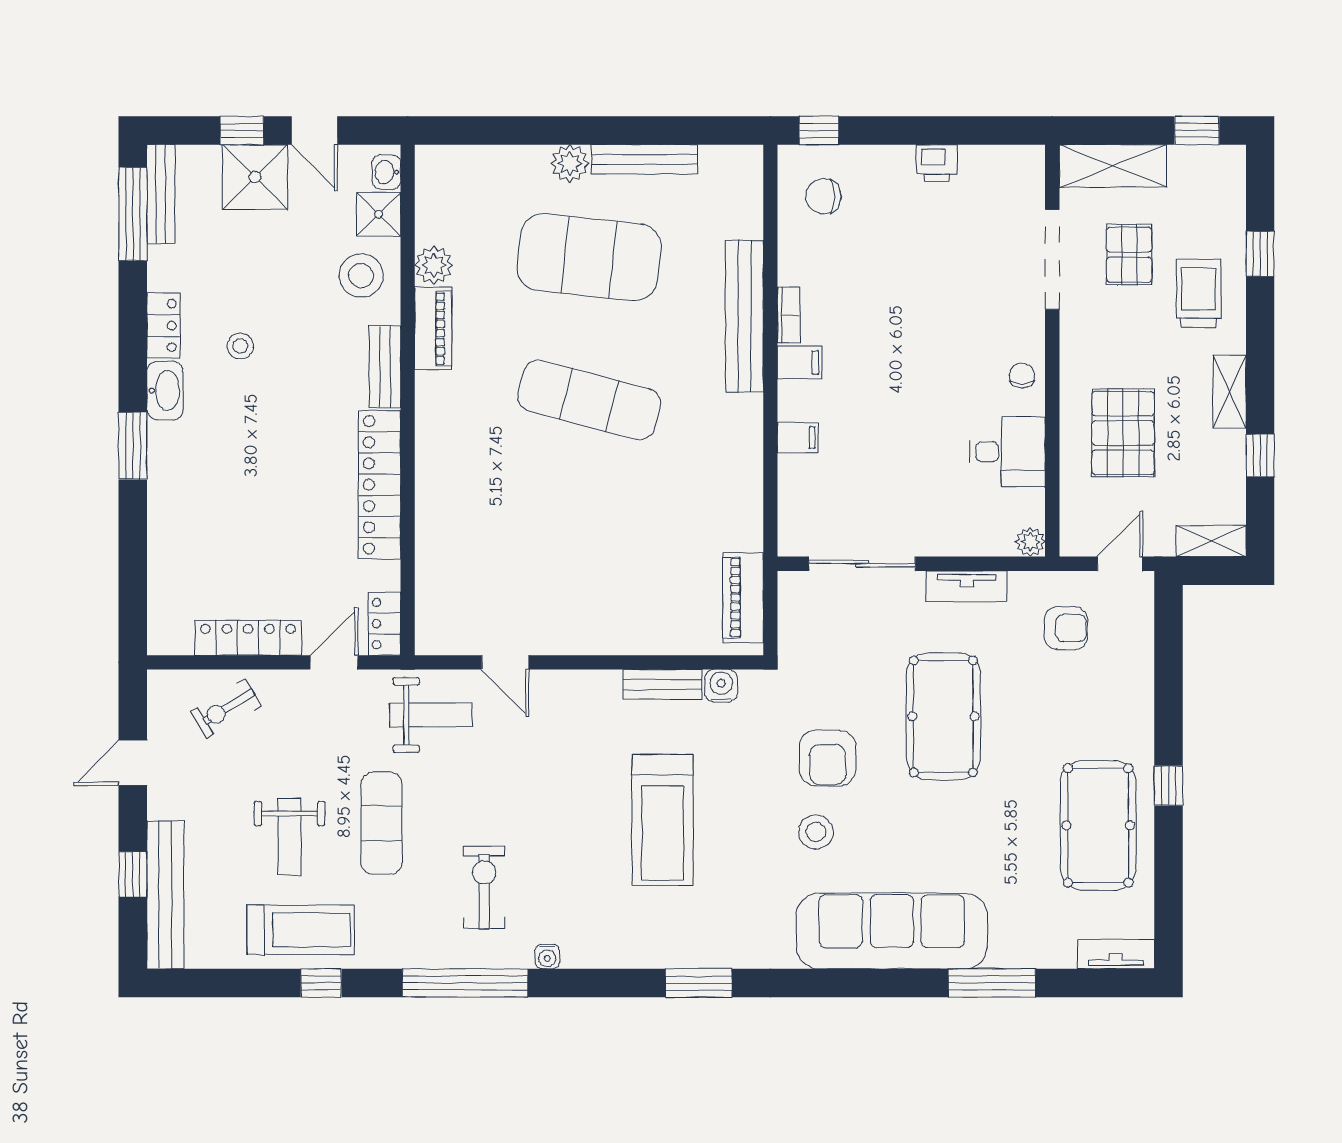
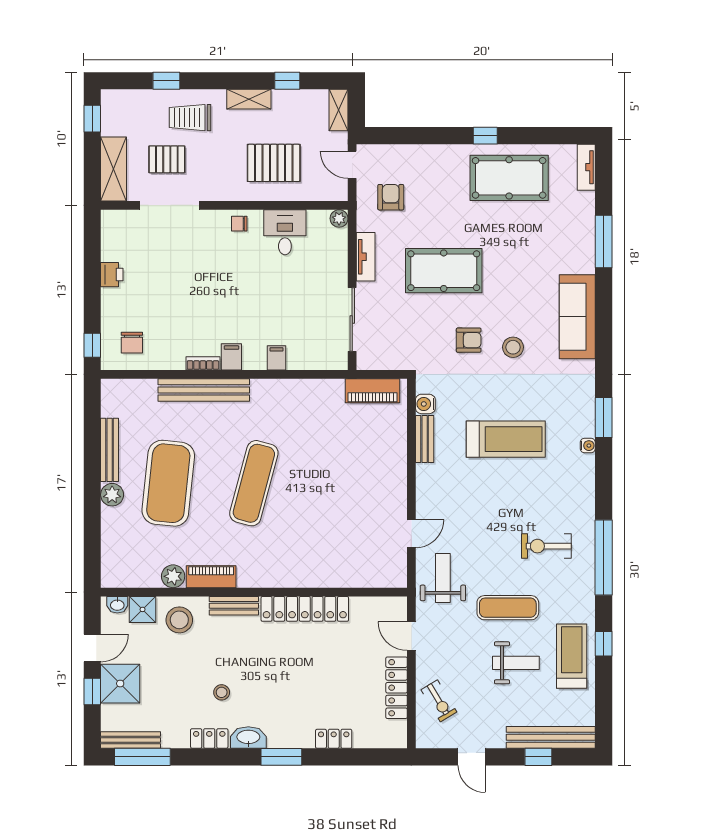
locker: (385, 624) -> (334, 739), moved, turned 180
armchair: (828, 758) -> (469, 340), width x0.72, depth x0.72
sofa: (892, 931) -> (577, 317), width x0.74, depth x0.79
water cooler: (547, 957) -> (588, 446), moved

